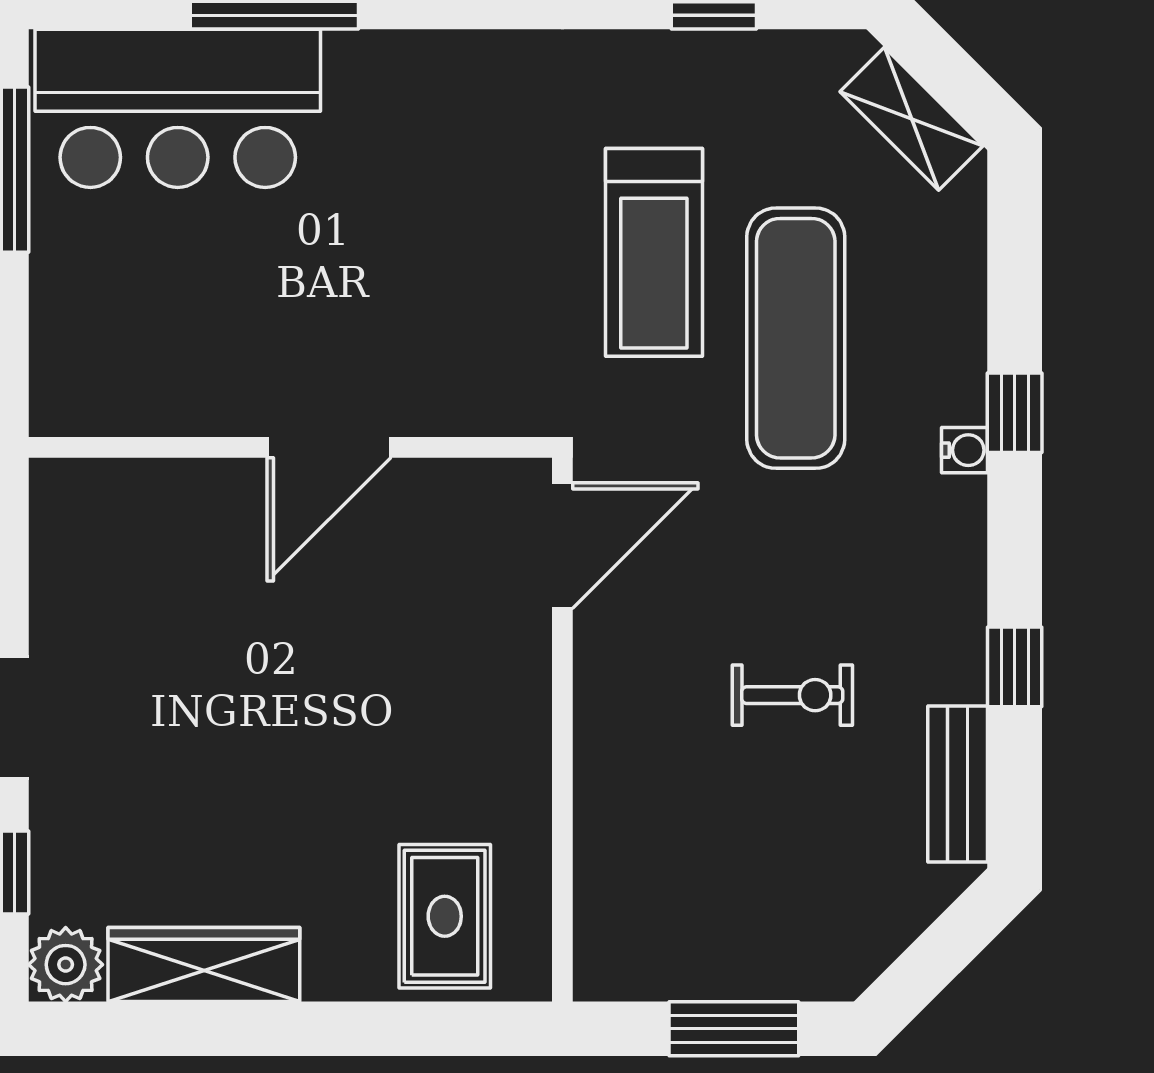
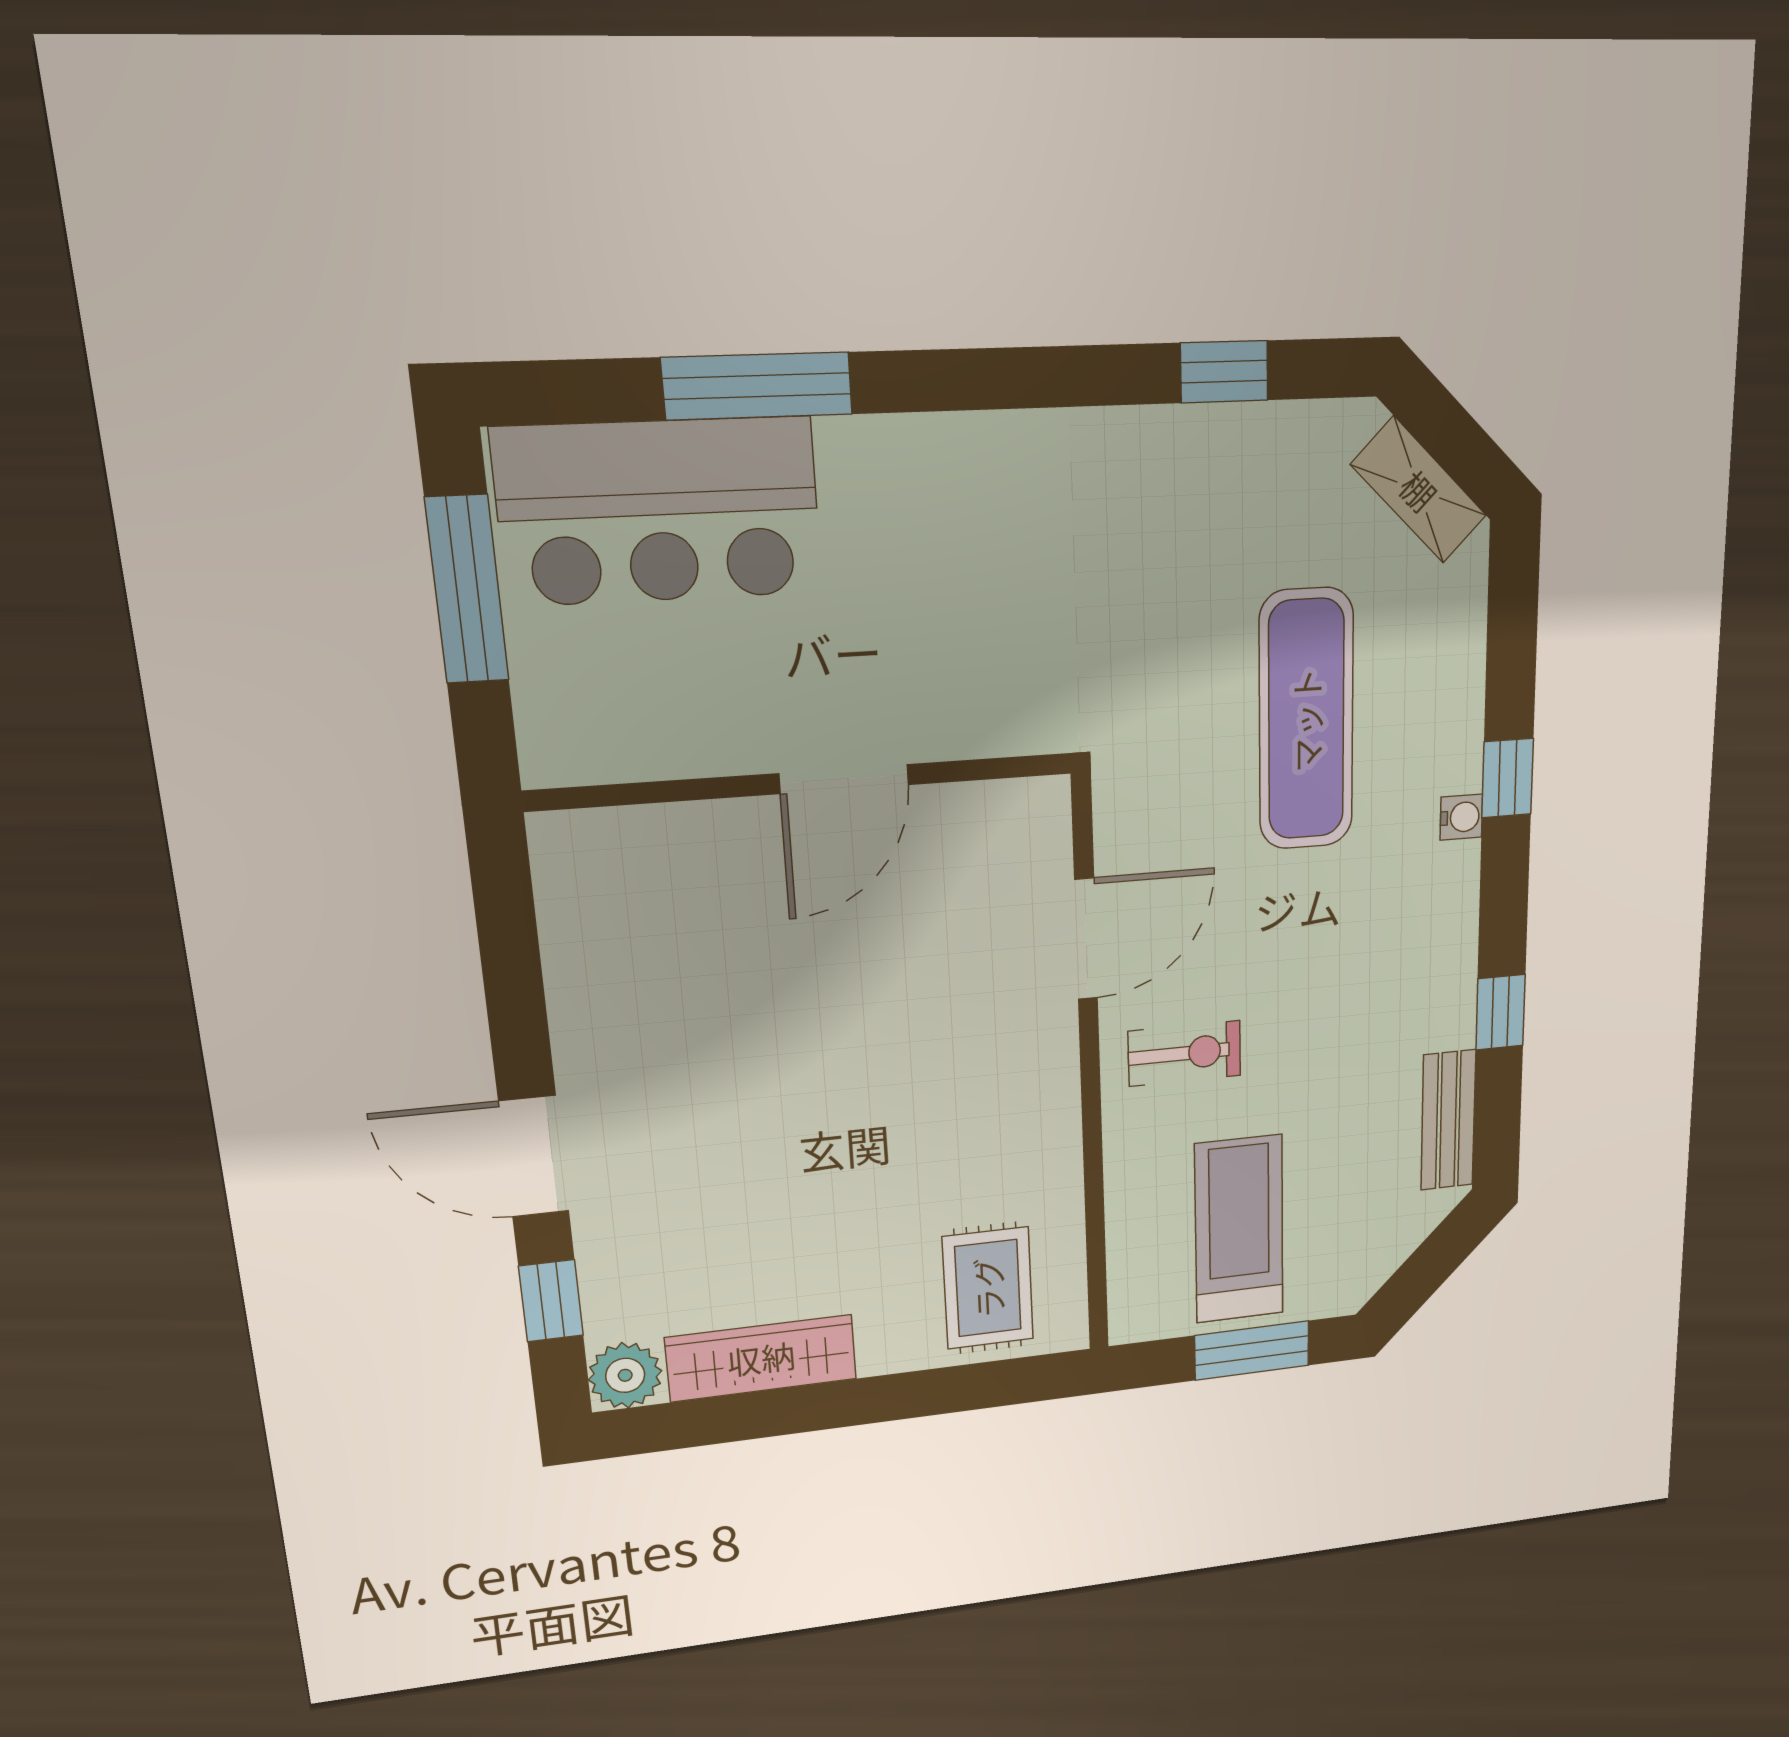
treadmill: (654, 252) -> (1239, 1229), moved, turned 180
wall: (290, 447) -> (804, 782), moved
door: (329, 447) -> (844, 779), moved
exercise bike: (792, 695) -> (1185, 1053), moved

